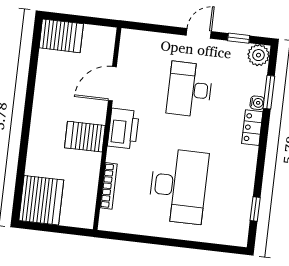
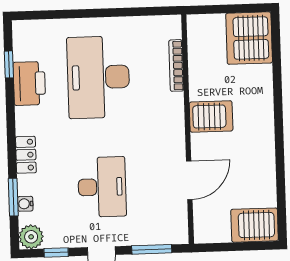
window: (155, 28) -> (152, 249), added
water cooler: (257, 103) -> (25, 204), moved
printer: (123, 129) -> (29, 83), moved, turned 180

